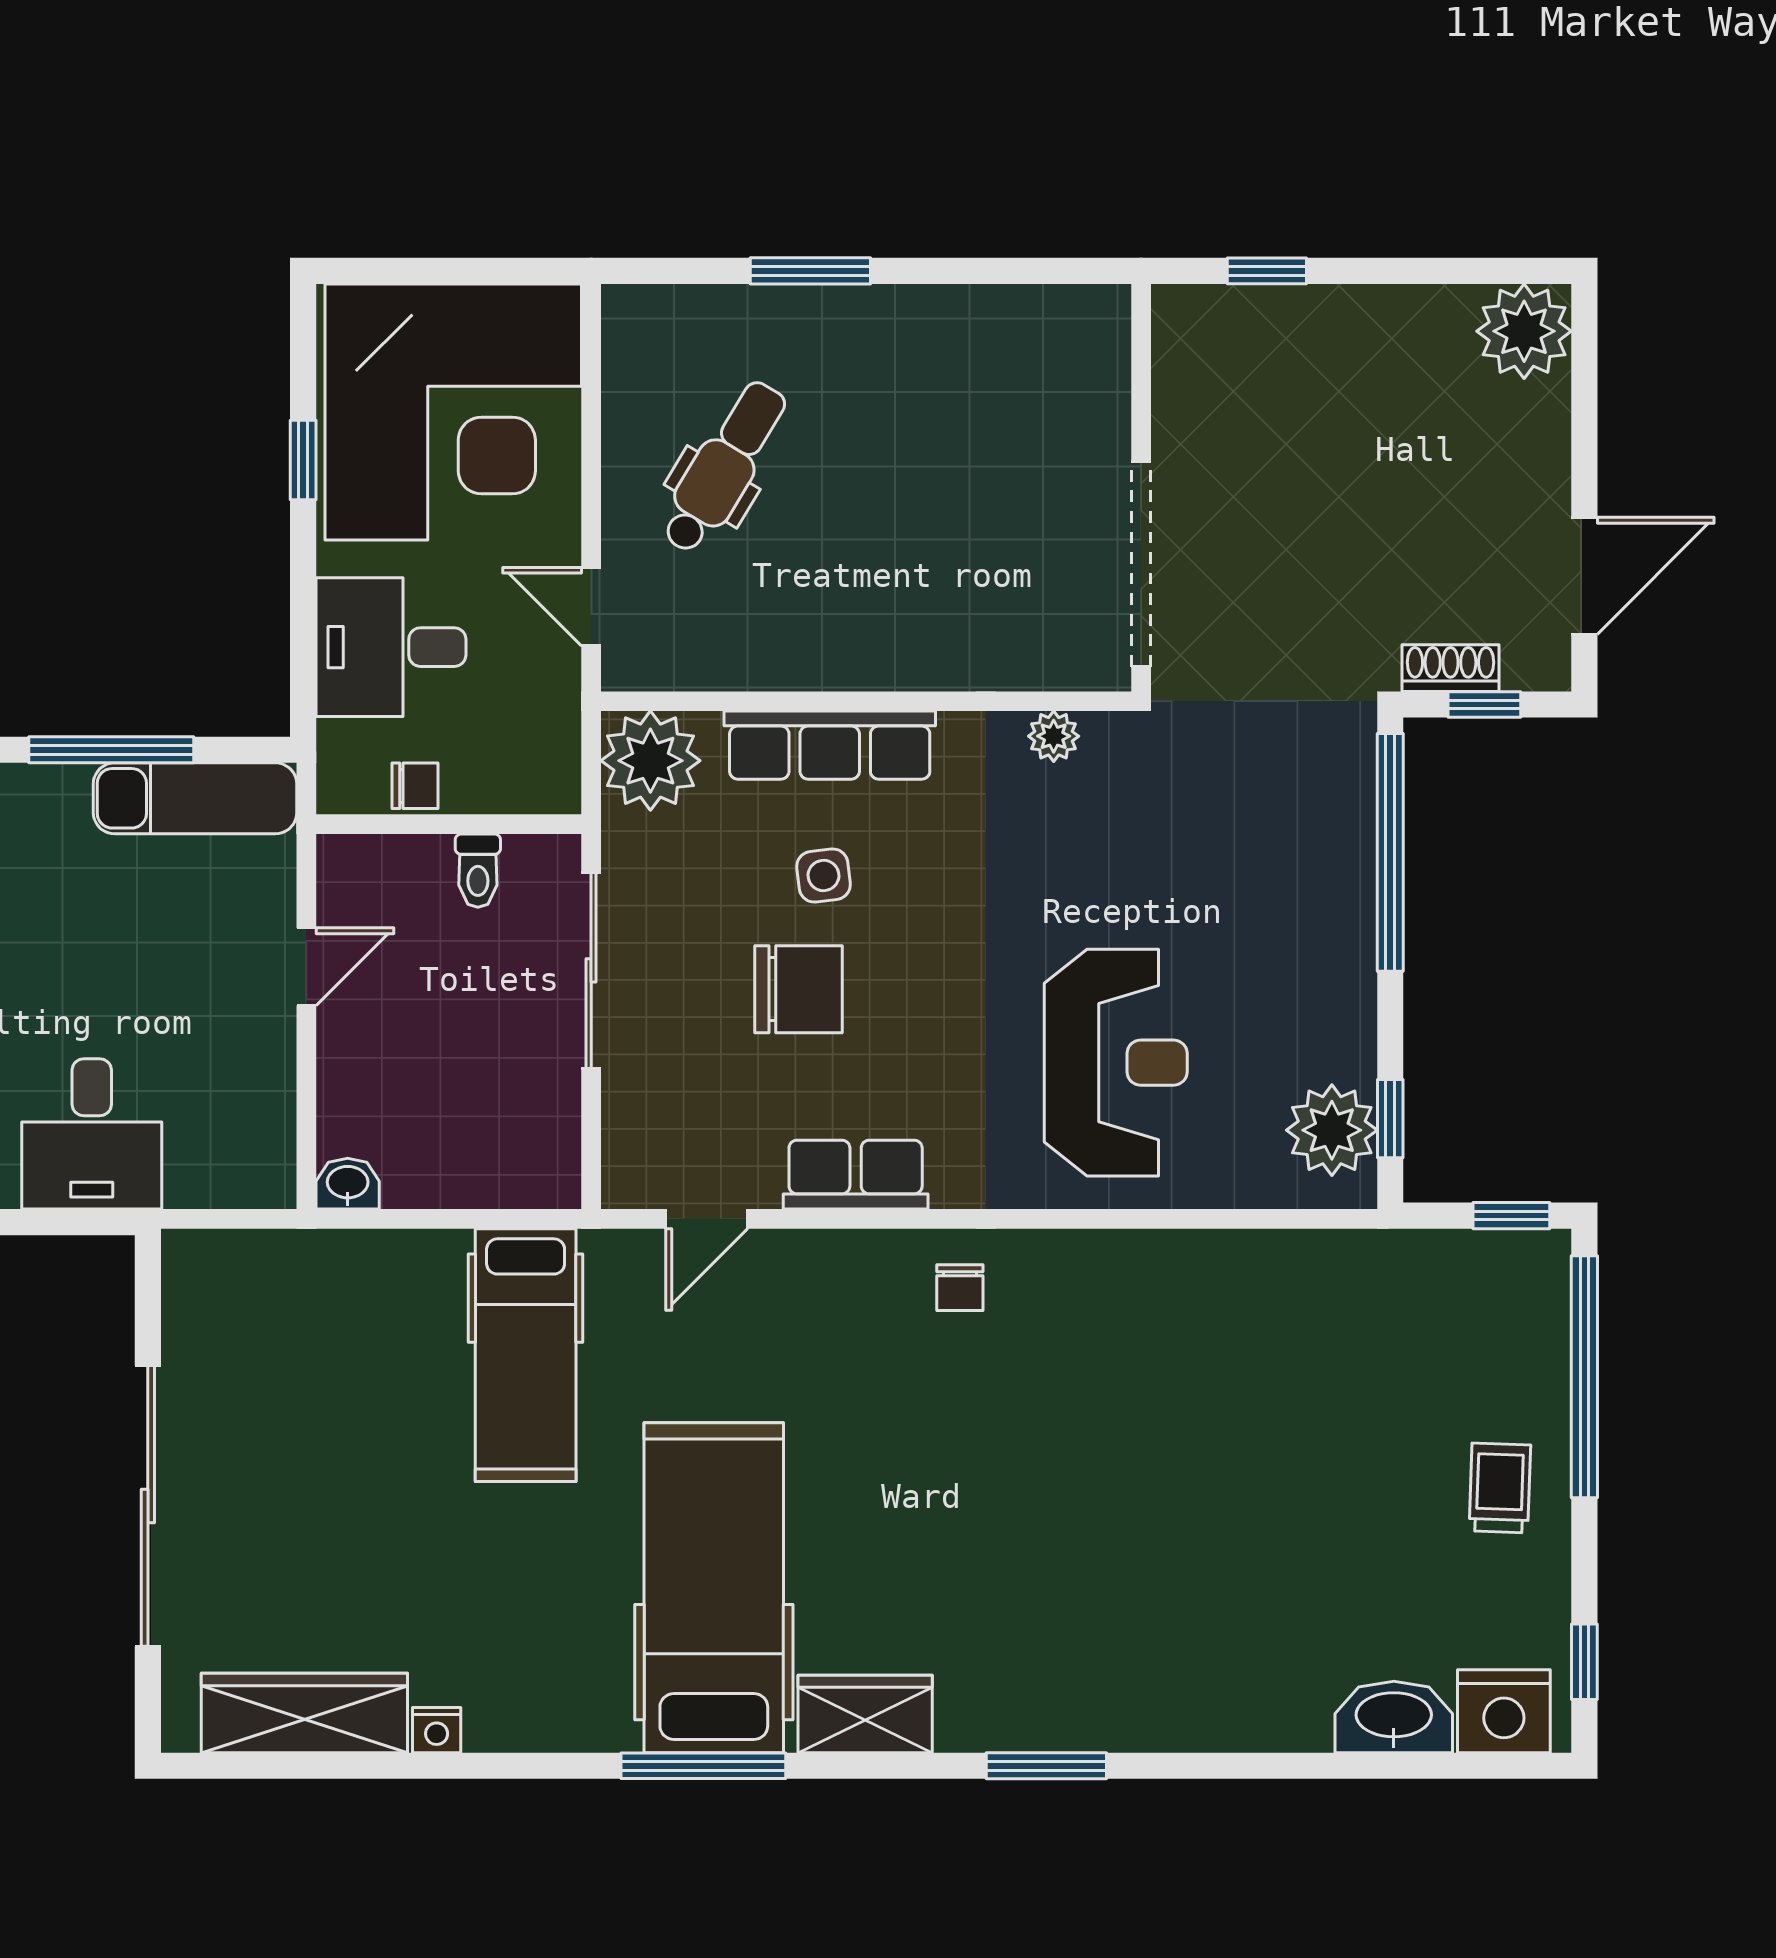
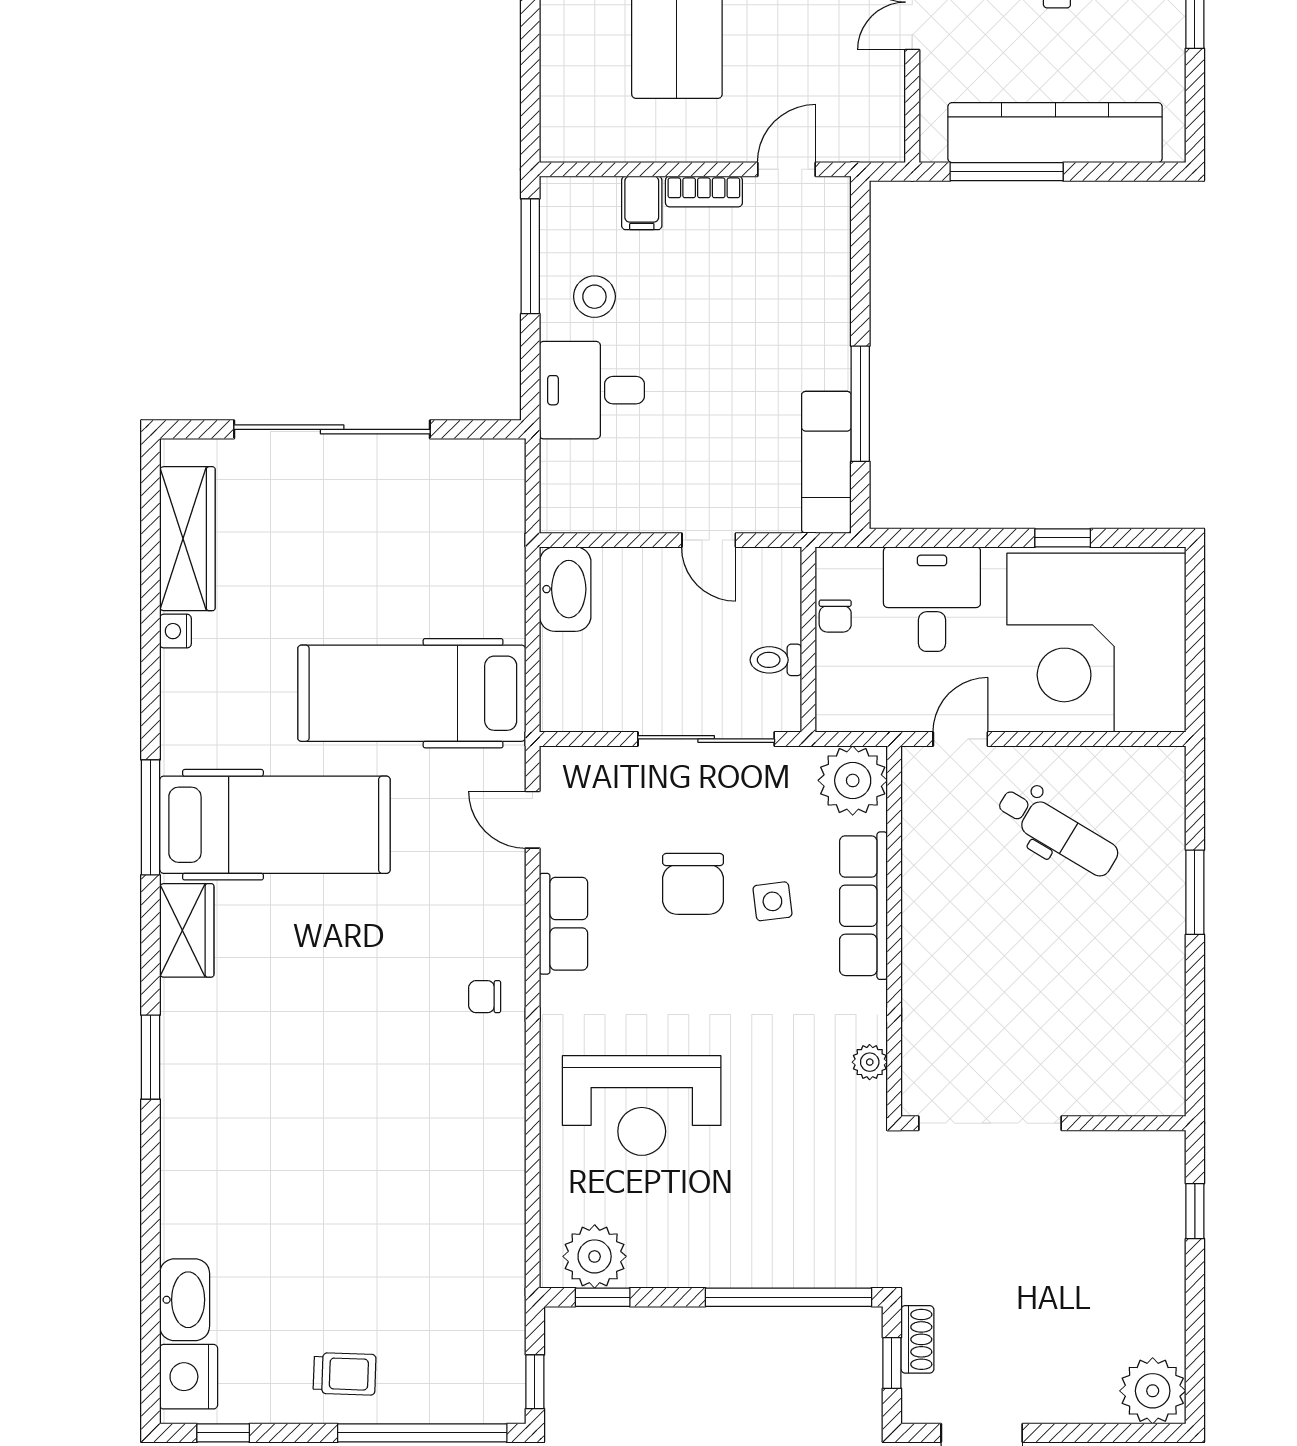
washbasin: (348, 1184) -> (565, 589), width x1.91, depth x1.45
hospital bed: (526, 1355) -> (412, 693), width x1.37, depth x1.29

